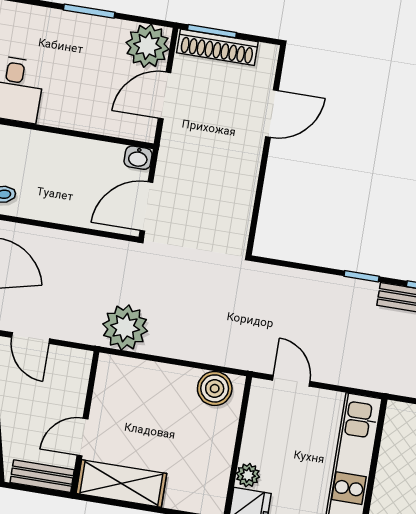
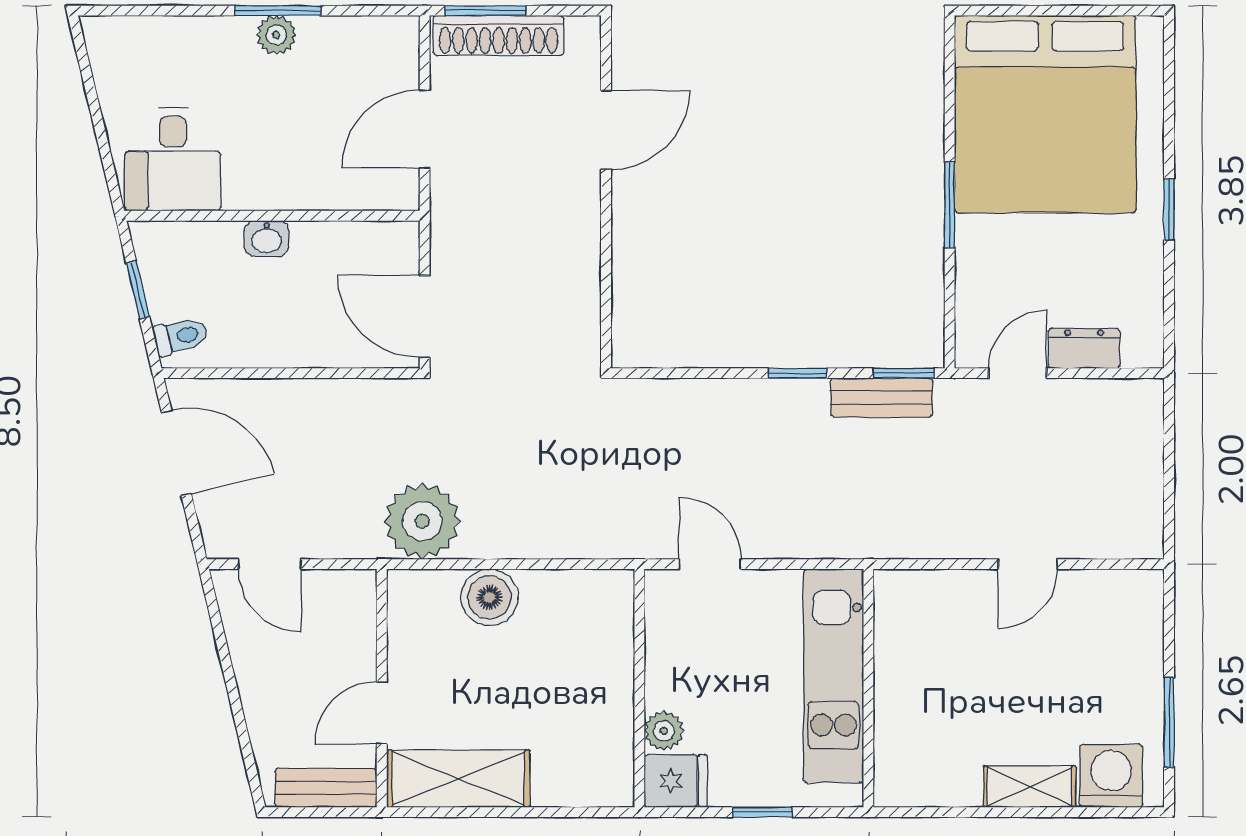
plant: (148, 46) -> (276, 35), moved, width x0.53, depth x0.53
washbasin: (138, 158) -> (267, 238), moved
door: (146, 206) -> (425, 316), hinge flipped
boiler: (215, 388) -> (489, 597), moved

